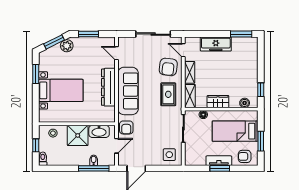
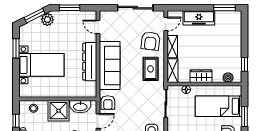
door: (183, 50) -> (166, 24), swing flipped

